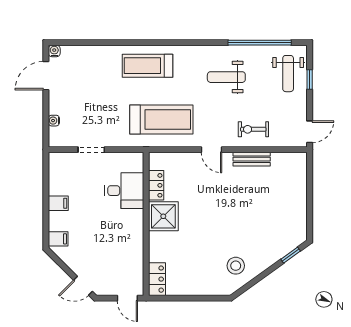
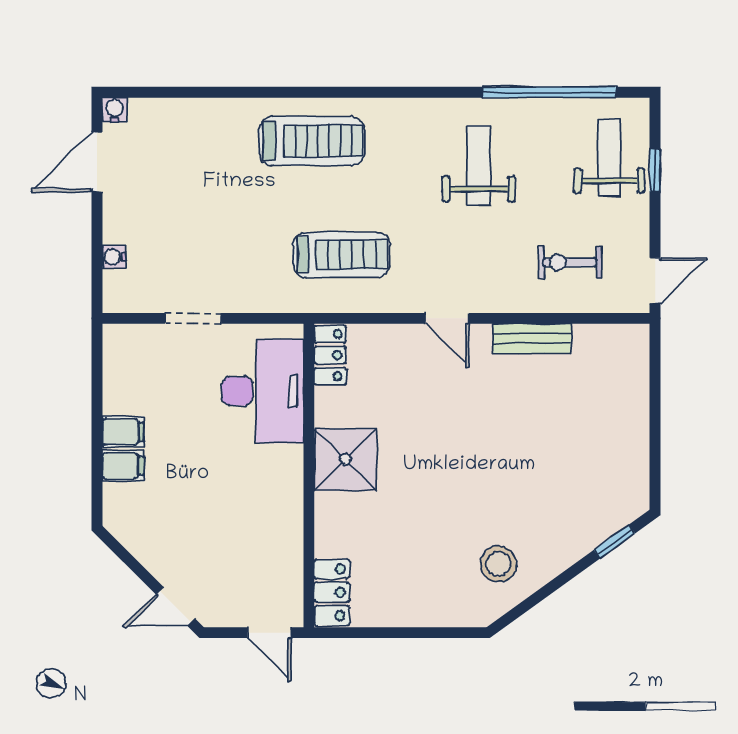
treadmill: (147, 66) -> (312, 141), turned 180
weight bench: (288, 74) -> (609, 157), turned 180
weight bench: (226, 77) -> (479, 165), turned 90
treadmill: (161, 119) -> (341, 255), width x0.73, depth x0.73
exercise bike: (253, 129) -> (570, 262), moved
locker: (156, 185) -> (330, 355), moved
desk: (124, 191) -> (263, 391), width x1.37
filing cabinet: (58, 239) -> (123, 466), moved

